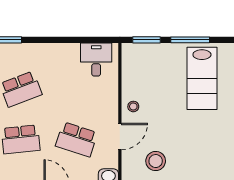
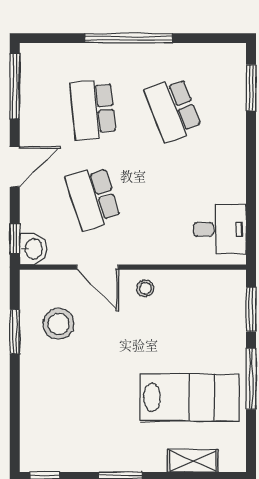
lab bench: (202, 78) -> (190, 397), turned 180
school desk: (76, 139) -> (93, 198), turned -36

